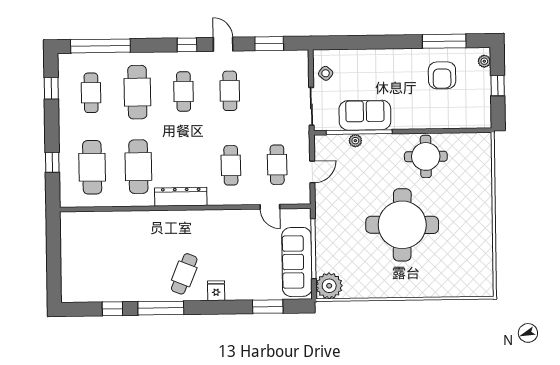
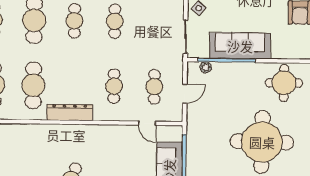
sofa: (365, 115) -> (240, 46), width x1.36
plant: (355, 141) -> (206, 67), moved

